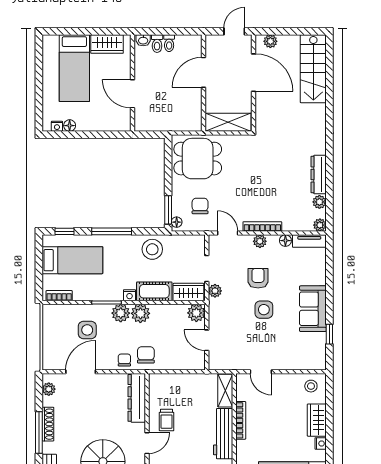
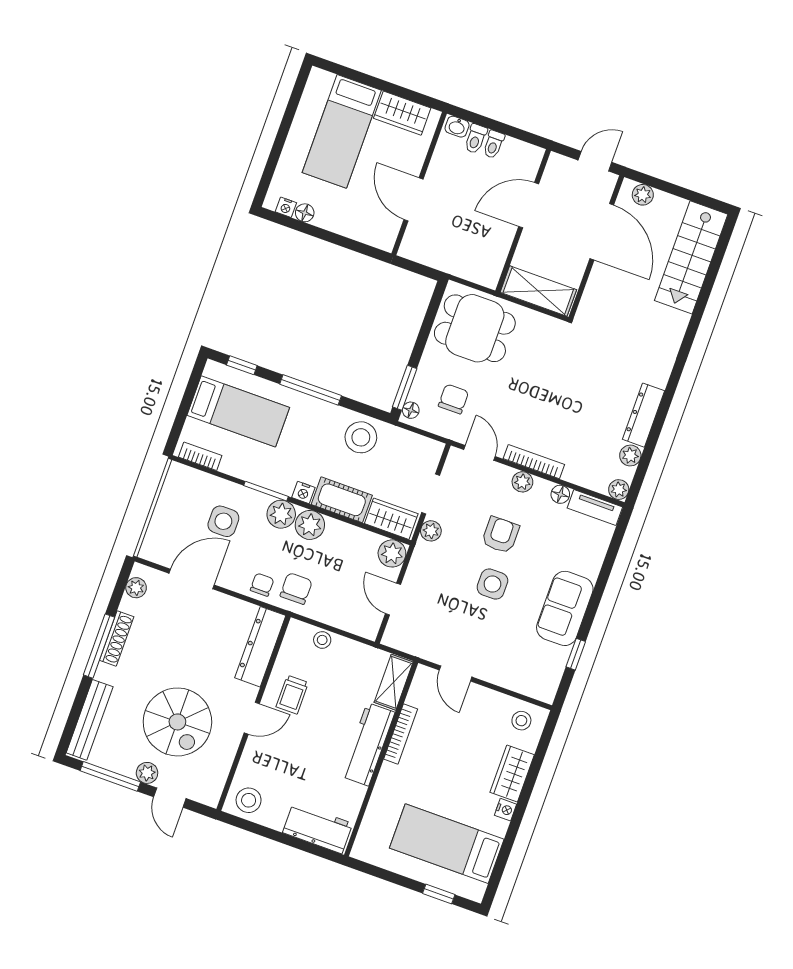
stool: (173, 380) -> (322, 640), added

